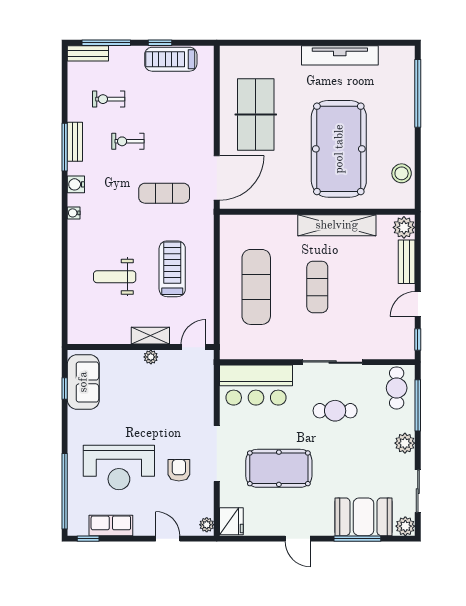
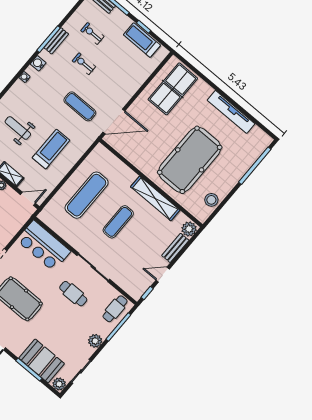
table tennis table: (256, 114) -> (173, 89), moved

